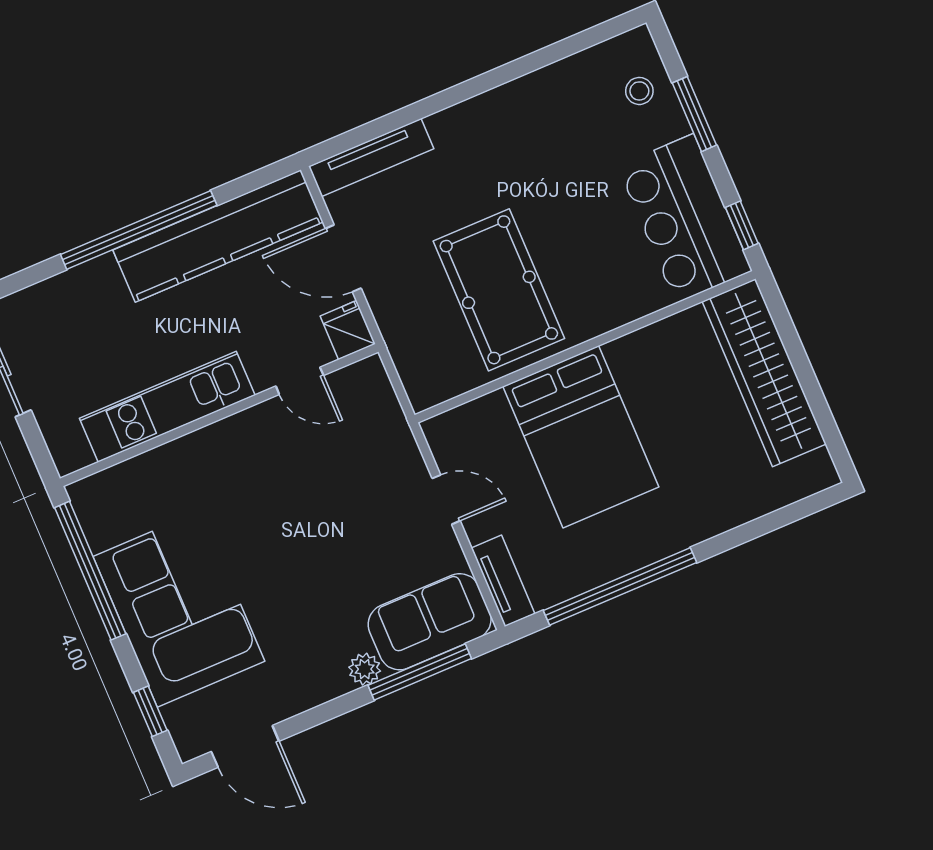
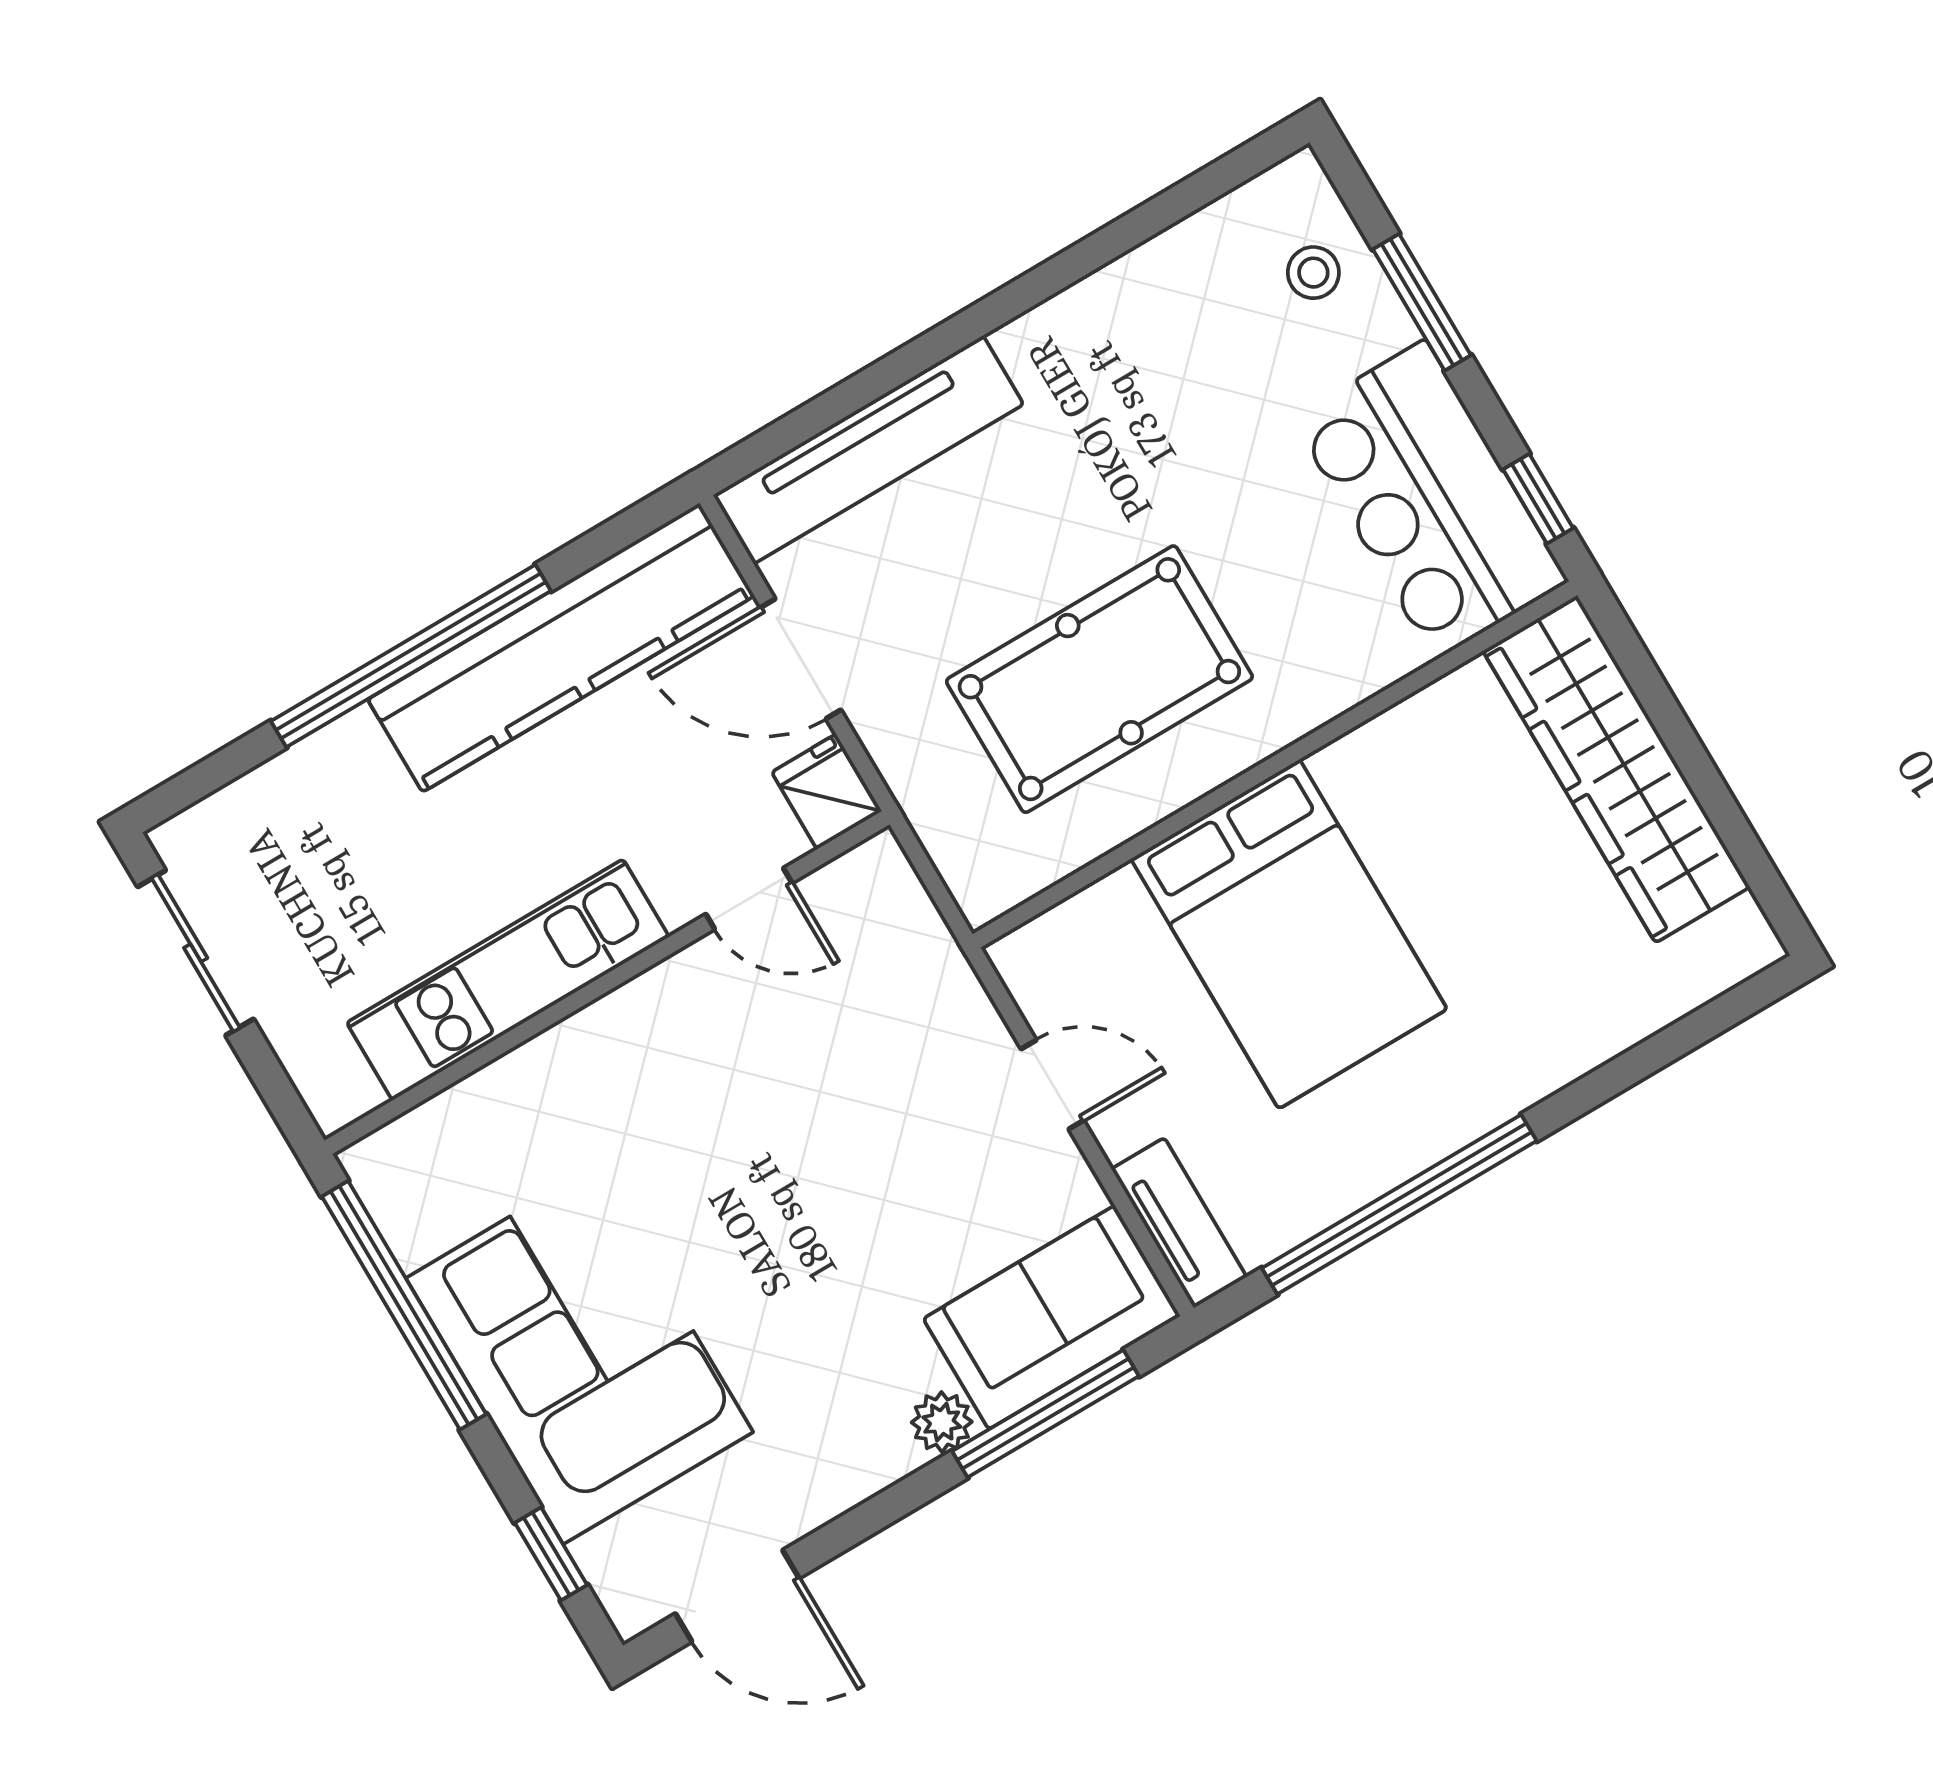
tv unit: (371, 158) -> (868, 450), width x1.36, depth x1.29
pool table: (499, 290) -> (1099, 679), turned 90

